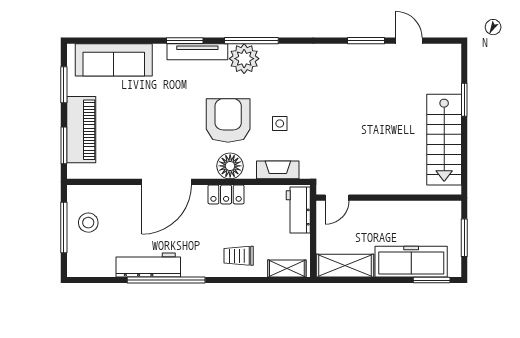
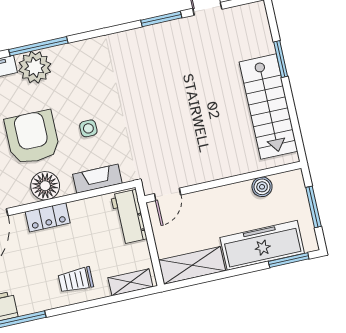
boiler: (423, 210) -> (262, 187), added

